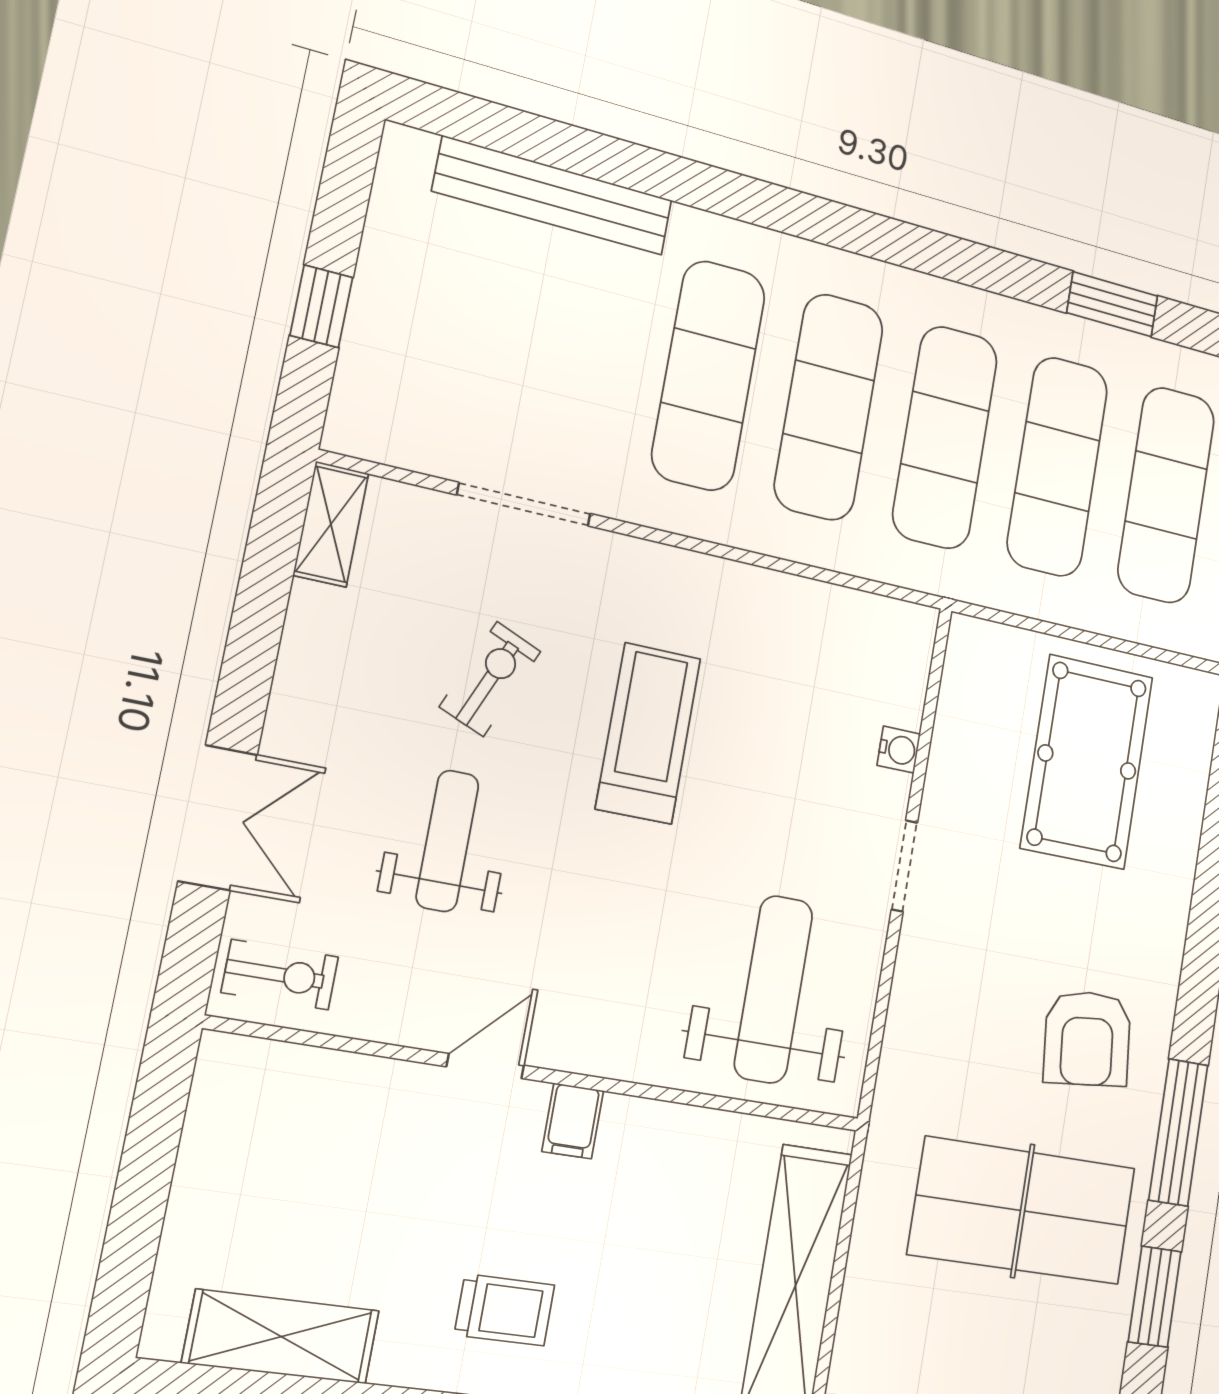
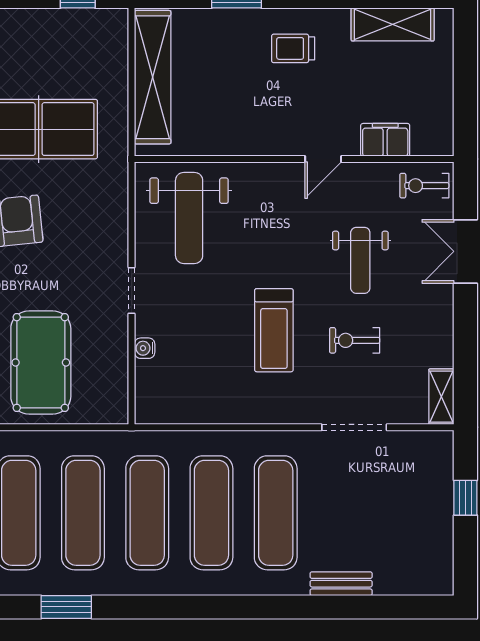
bench: (553, 196) -> (341, 584), width x0.54, depth x0.82
exercise bike: (490, 679) -> (355, 340), turned 67
filing cabinet: (573, 1121) -> (385, 140), moved, width x2.00

